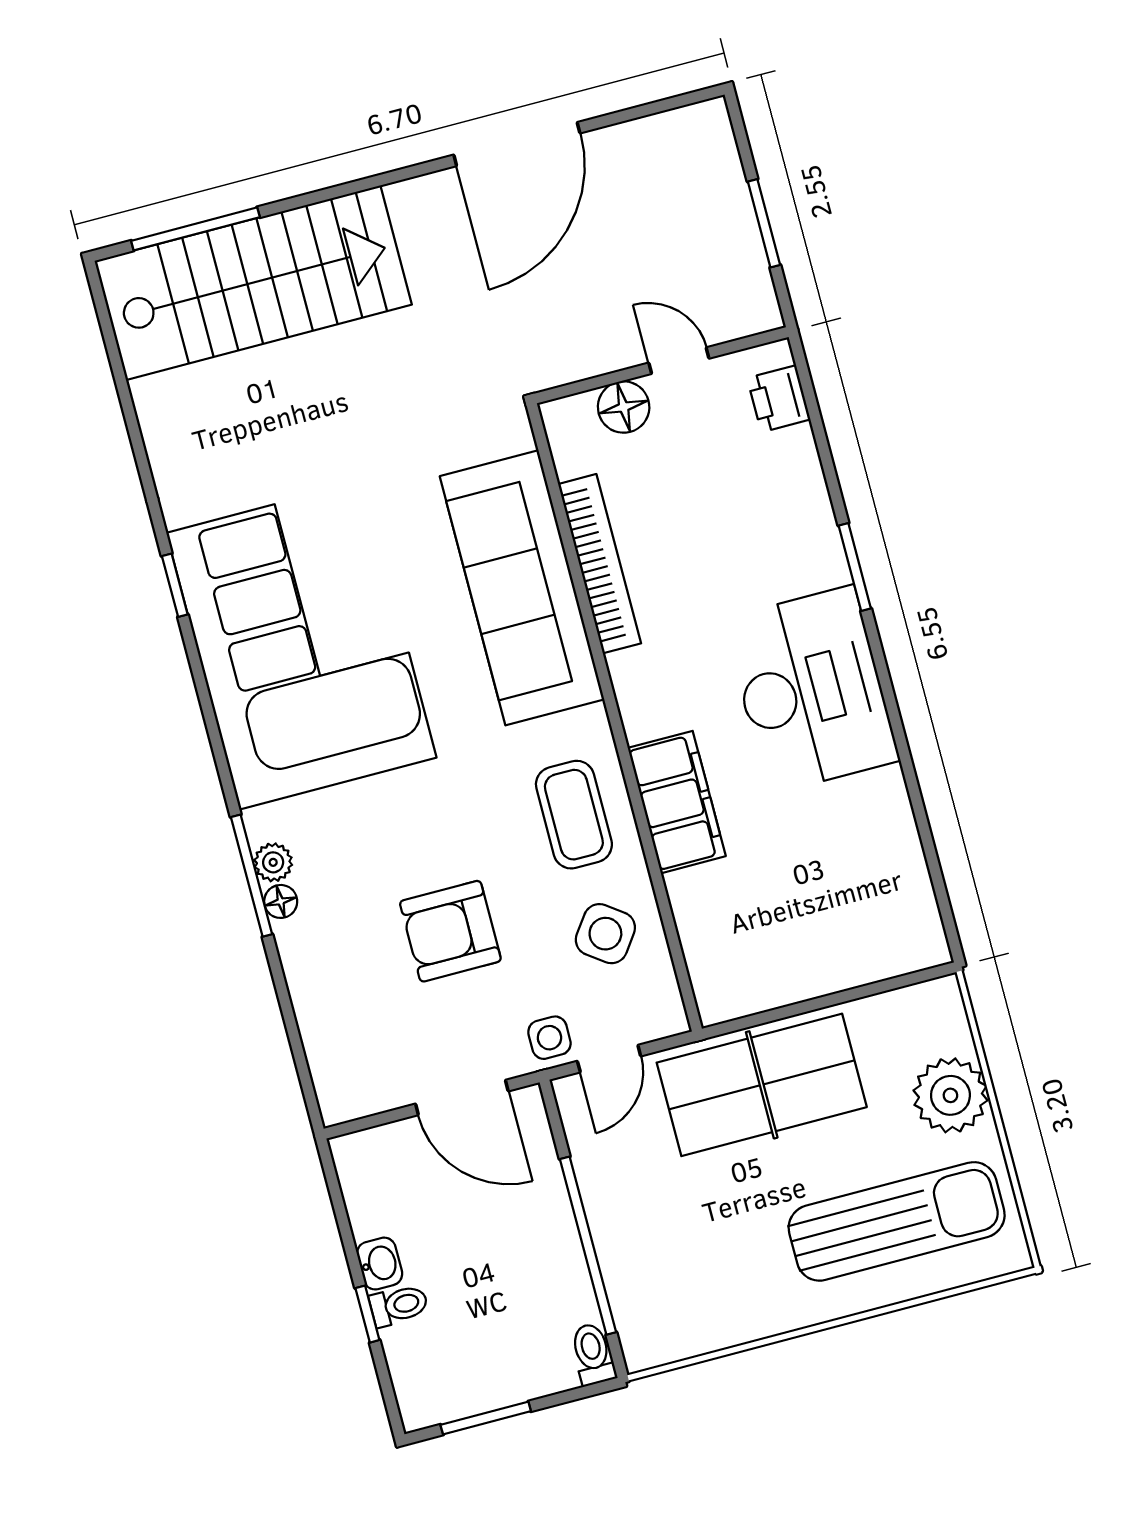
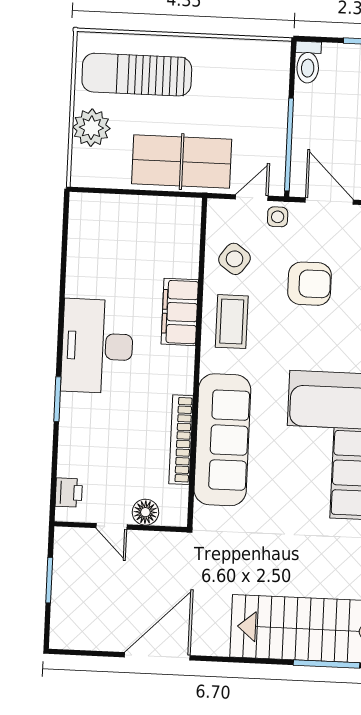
window: (588, 1246) -> (289, 145), moved
toilet: (593, 1354) -> (308, 62), width x1.37, depth x1.39

